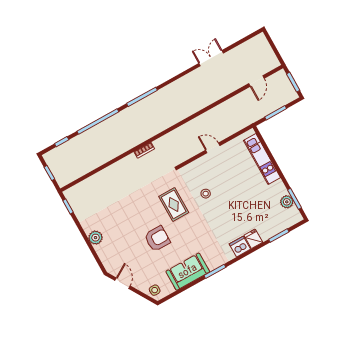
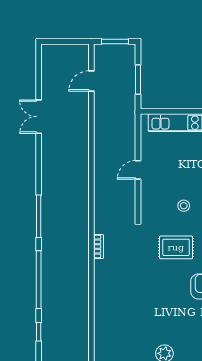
door: (256, 81) -> (91, 81), swing flipped

